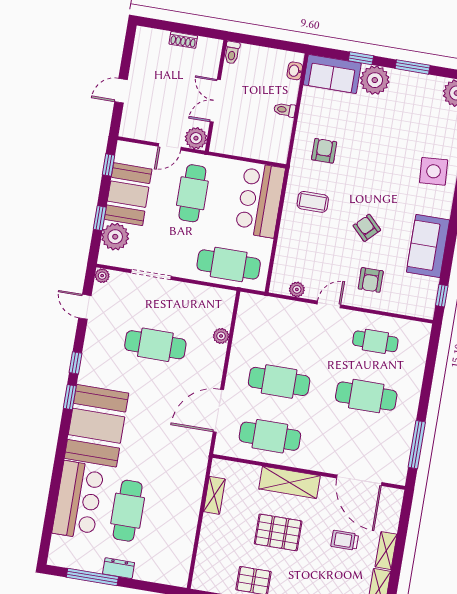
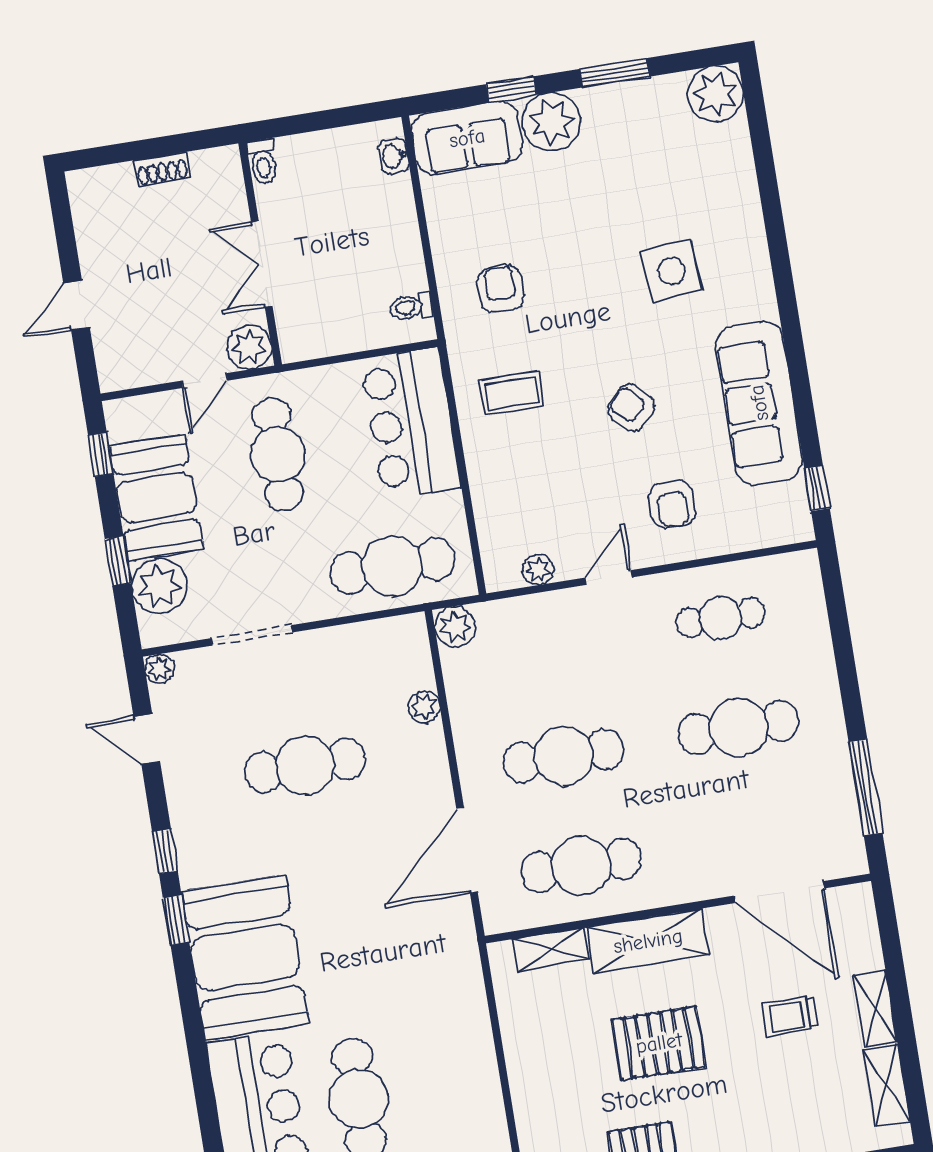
toilet: (285, 110) -> (411, 307), moved
side table: (434, 171) -> (672, 271), moved
sofa: (428, 246) -> (759, 403), width x1.36
plant: (249, 303) -> (455, 627), added
shelving: (214, 495) -> (550, 949), moved, turned 90

